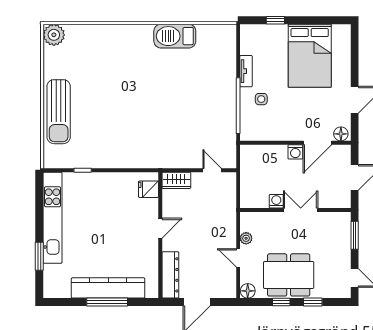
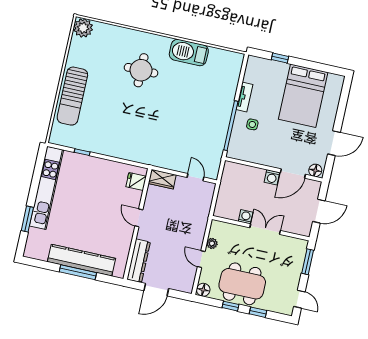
round table: (127, 67) -> (141, 70), added
door: (160, 228) -> (139, 218), swing flipped

